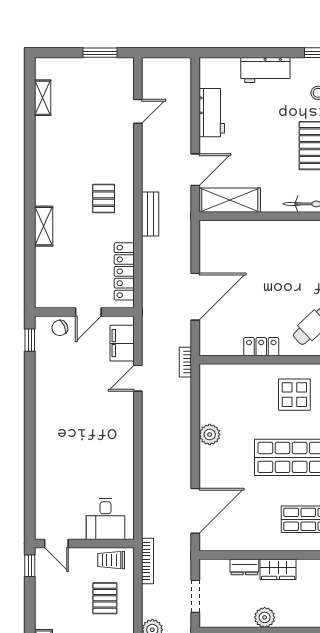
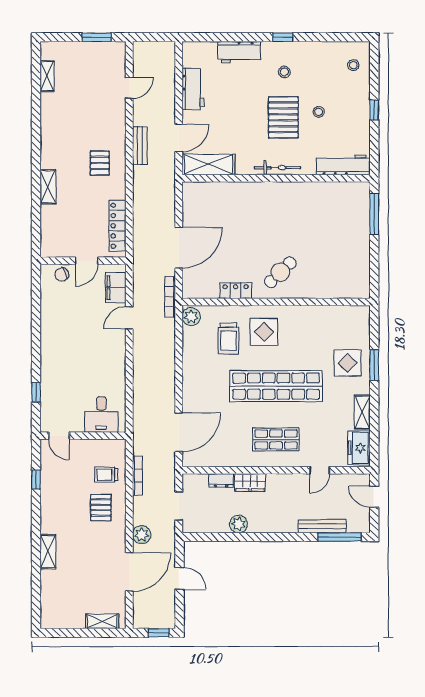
bench: (150, 214) -> (140, 146), moved
window: (30, 340) -> (36, 392), moved
bookcase: (185, 362) -> (170, 297), width x1.56
trolley: (253, 402) -> (228, 339), added
plant: (210, 434) -> (191, 317), moved
desk: (105, 519) -> (101, 414), moved
door: (56, 544) -> (59, 436), moved
wall: (84, 544) -> (83, 436), moved

